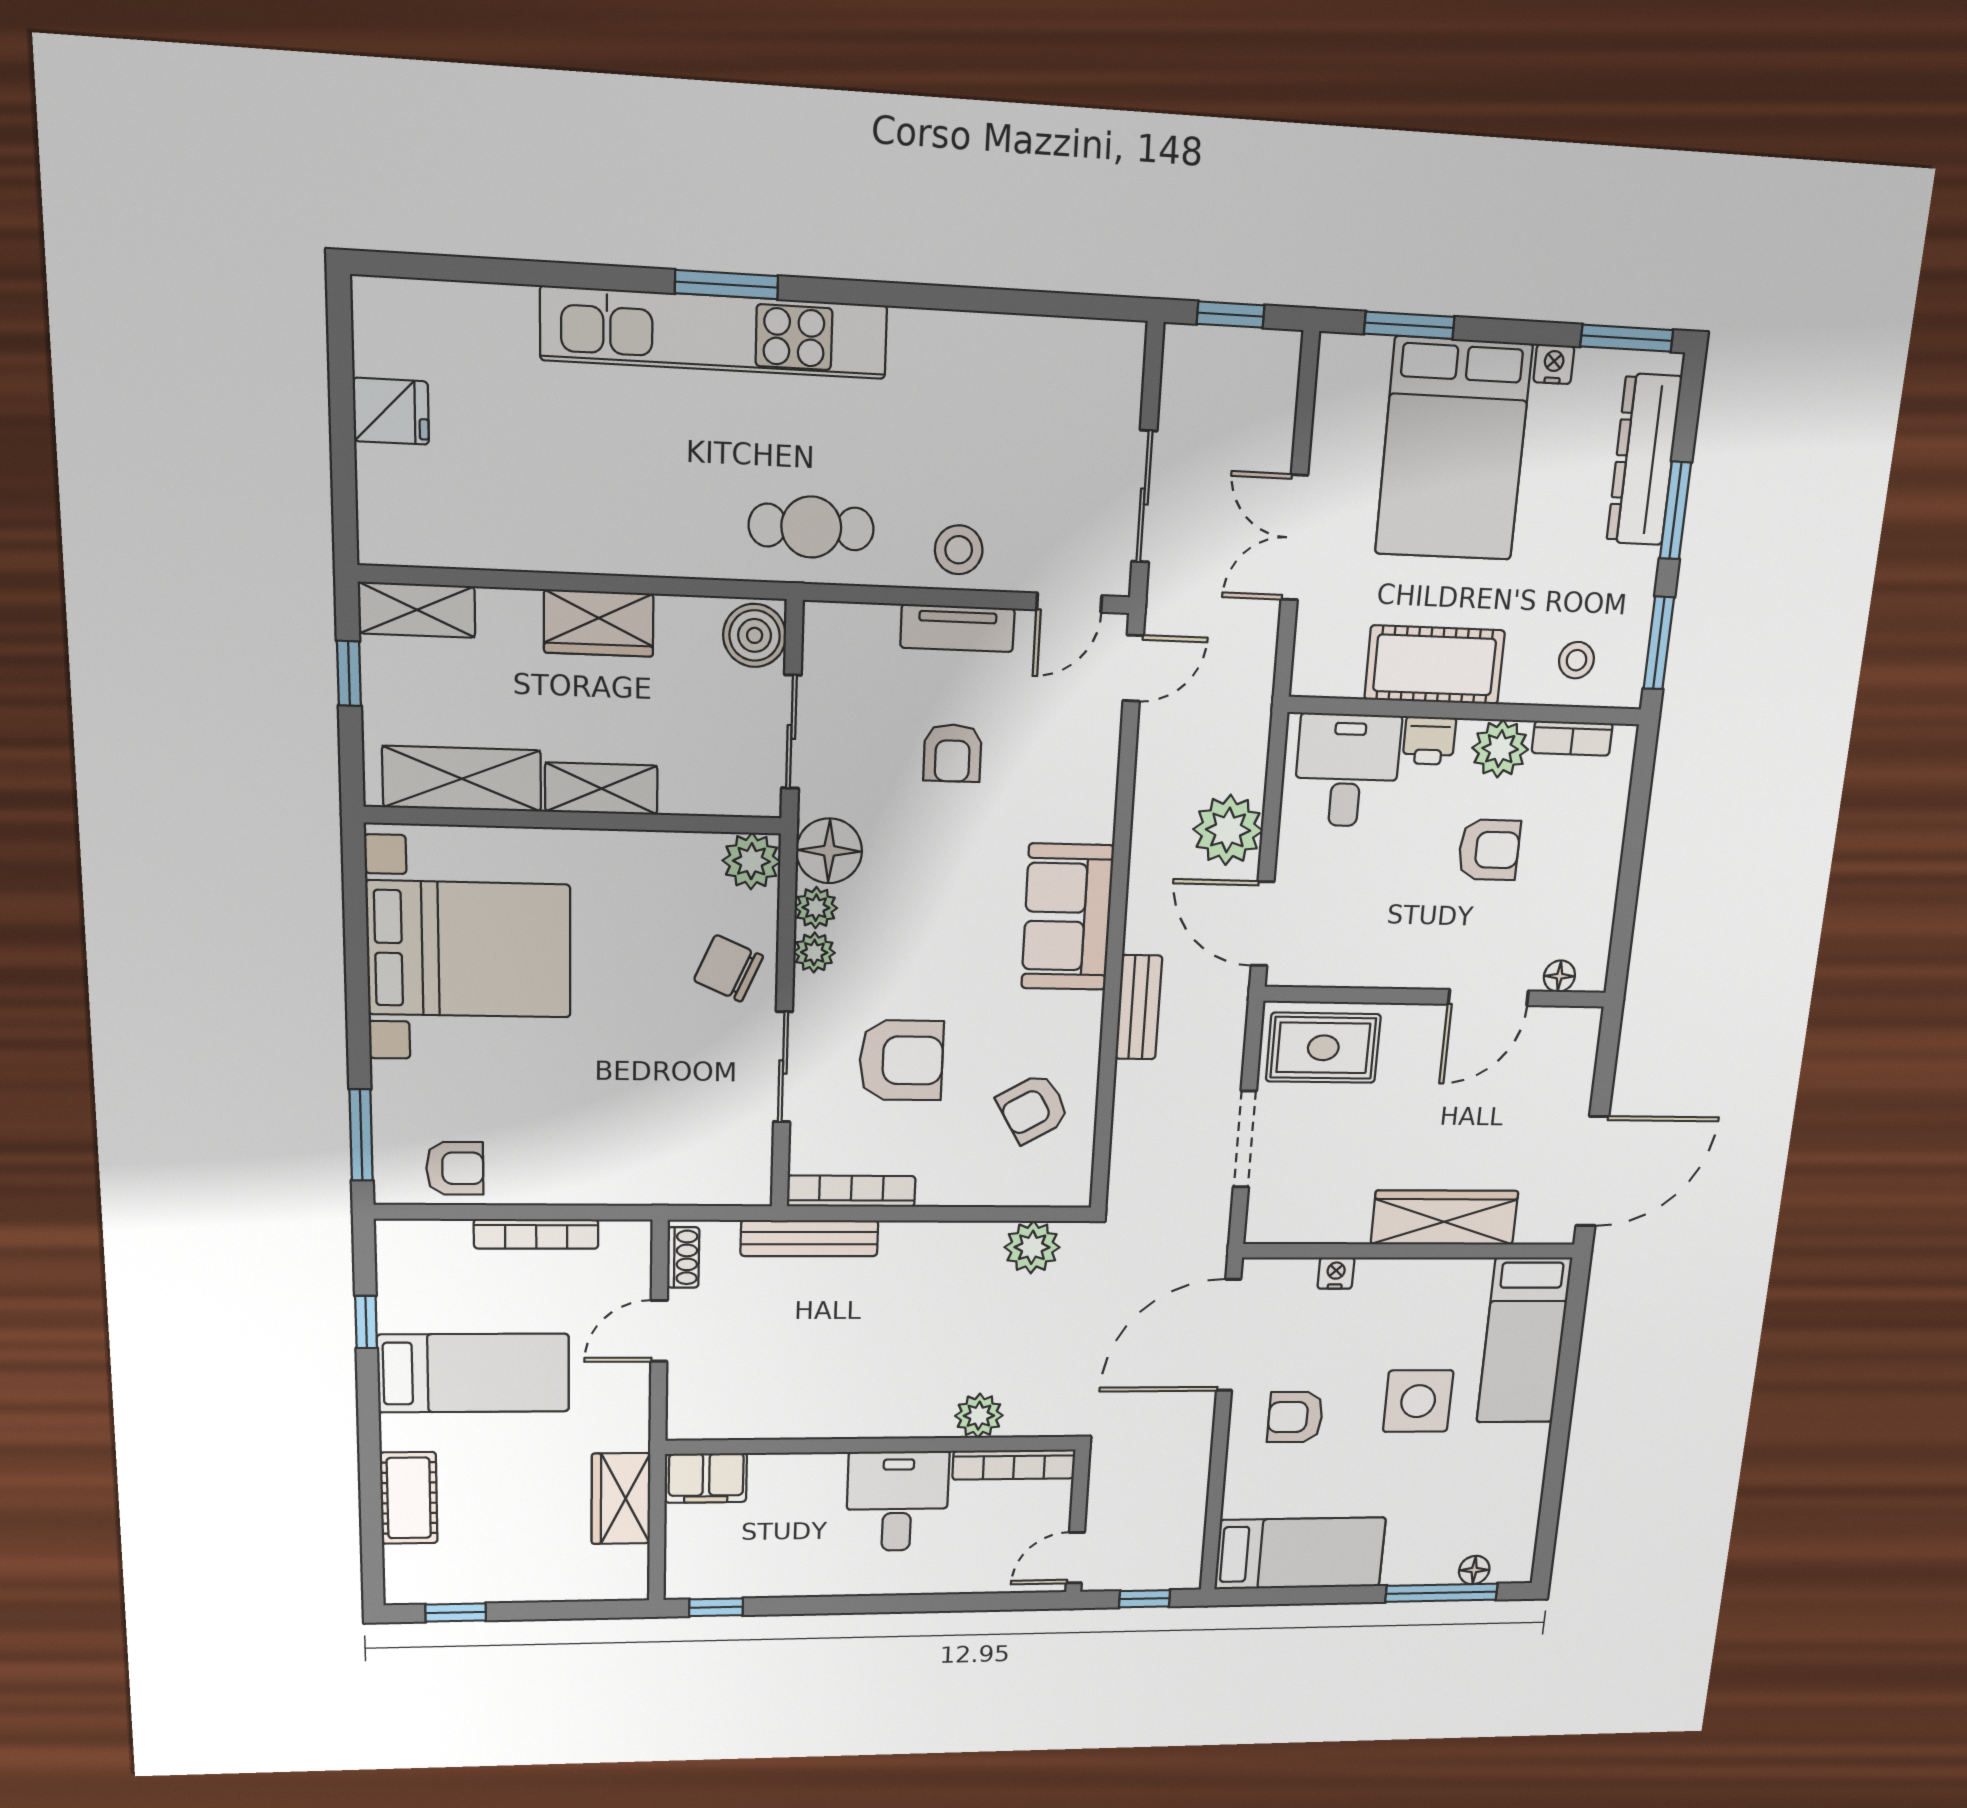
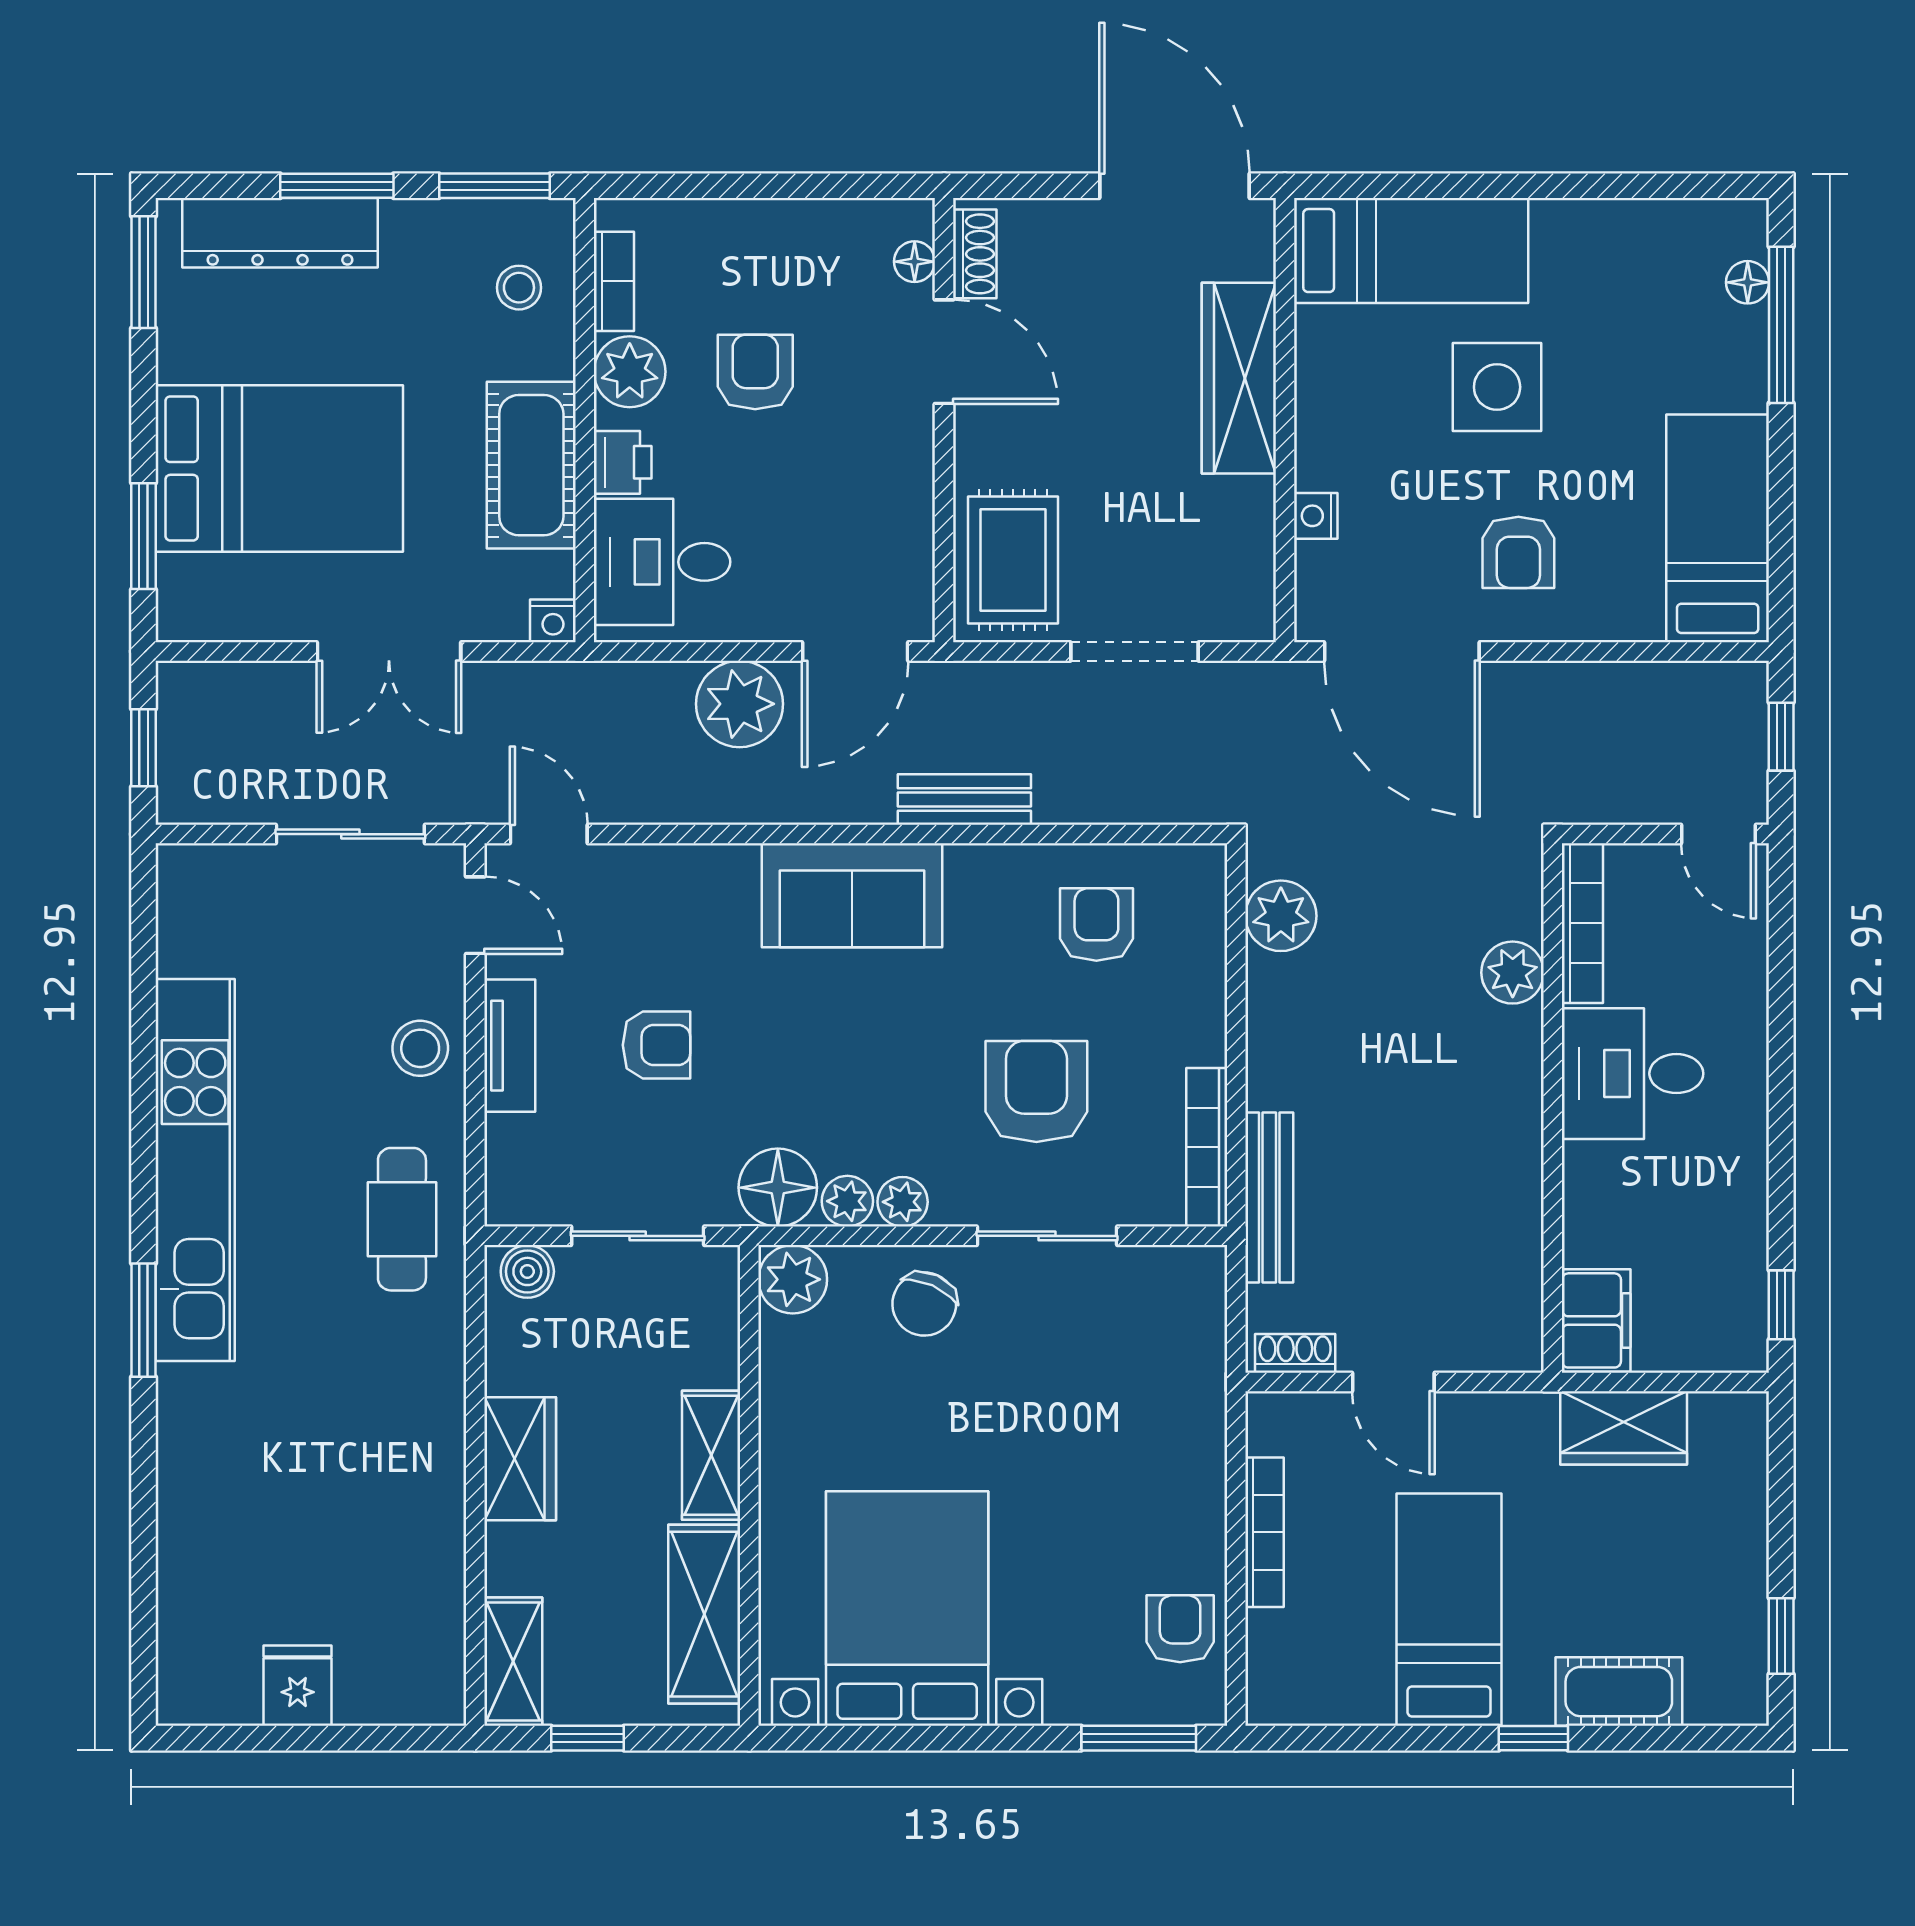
kitchen unit: (715, 333) -> (195, 1170), moved
nightstand: (1554, 364) -> (553, 621), moved, turned -90
boiler: (755, 635) -> (527, 1271), width x0.73, depth x0.73
shoe rack: (1560, 1022) -> (975, 254), added
armchair: (1033, 1108) -> (1096, 924), turned -150
window: (366, 1322) -> (1533, 1738), moved

